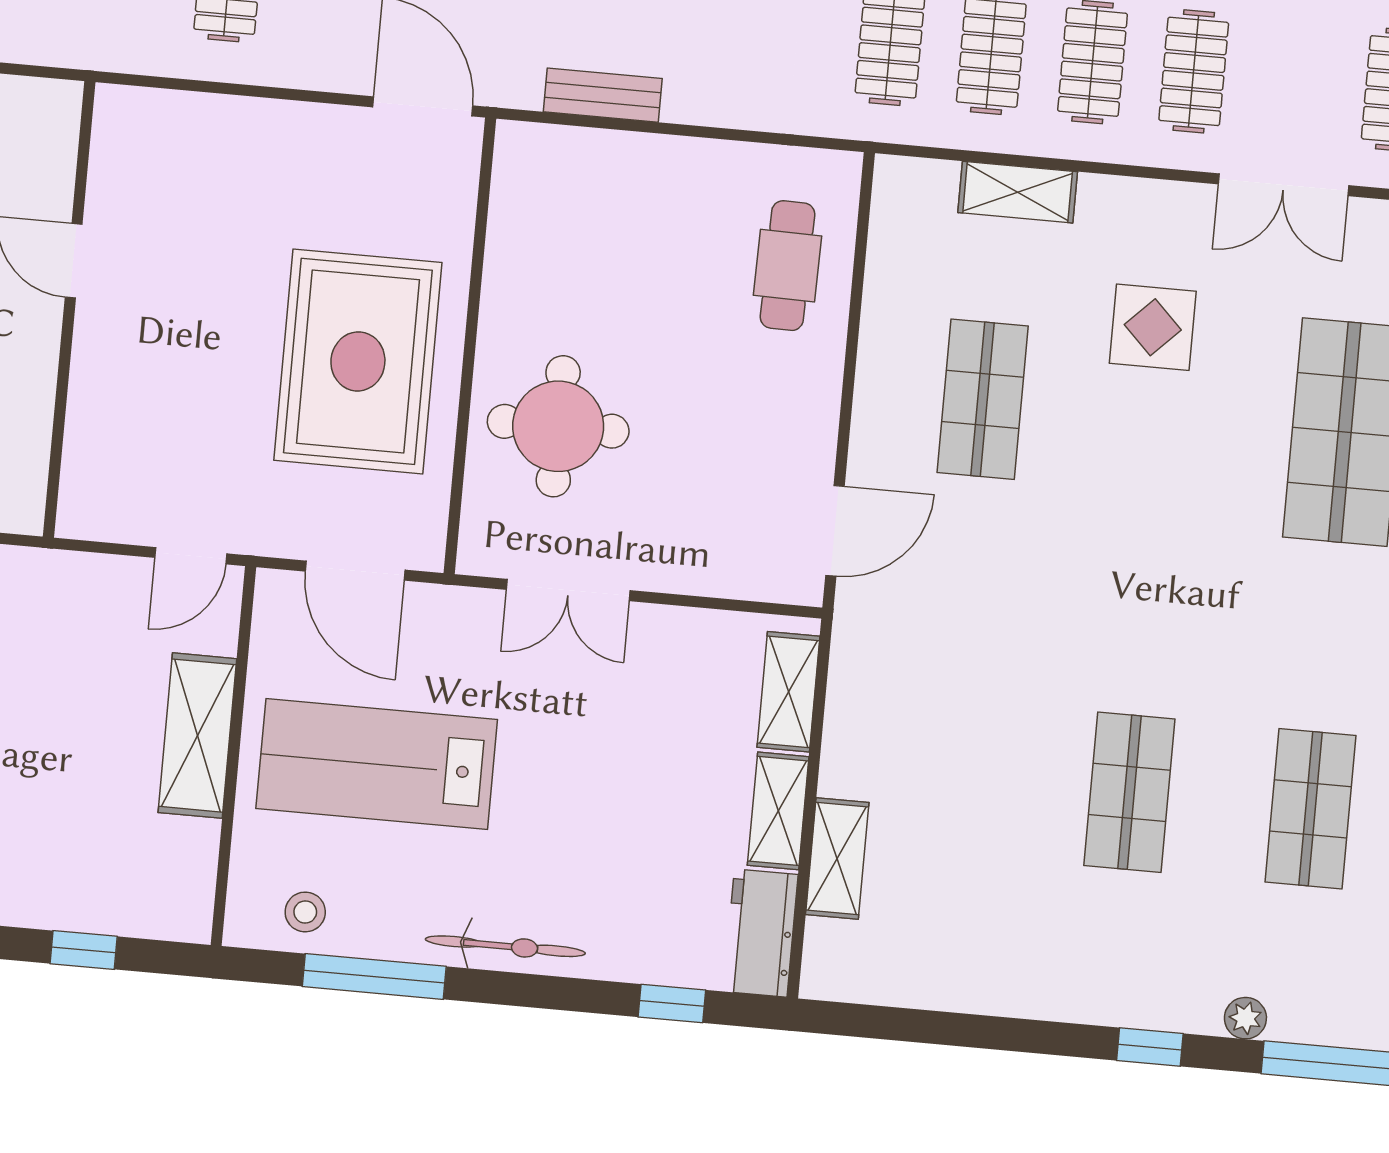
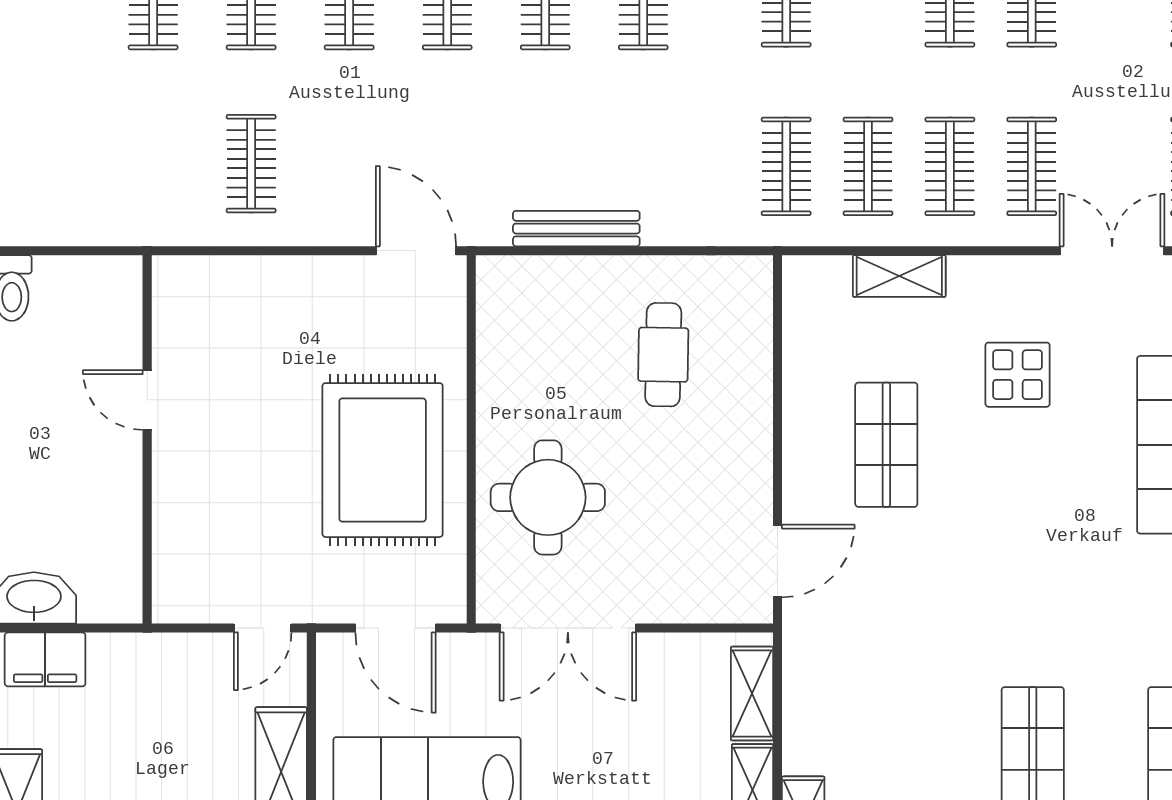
bench: (603, 95) -> (576, 229), width x1.36
double door: (1283, 185) -> (1112, 251), swing flipped
cafe table: (787, 266) -> (663, 355), moved
double door: (568, 590) -> (568, 628), width x1.37

